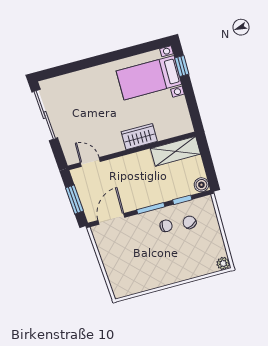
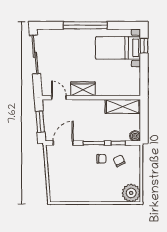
window: (99, 60) -> (85, 25), added
wardrobe: (139, 137) -> (83, 89), moved
plant: (223, 263) -> (131, 193), width x1.88, depth x1.88

